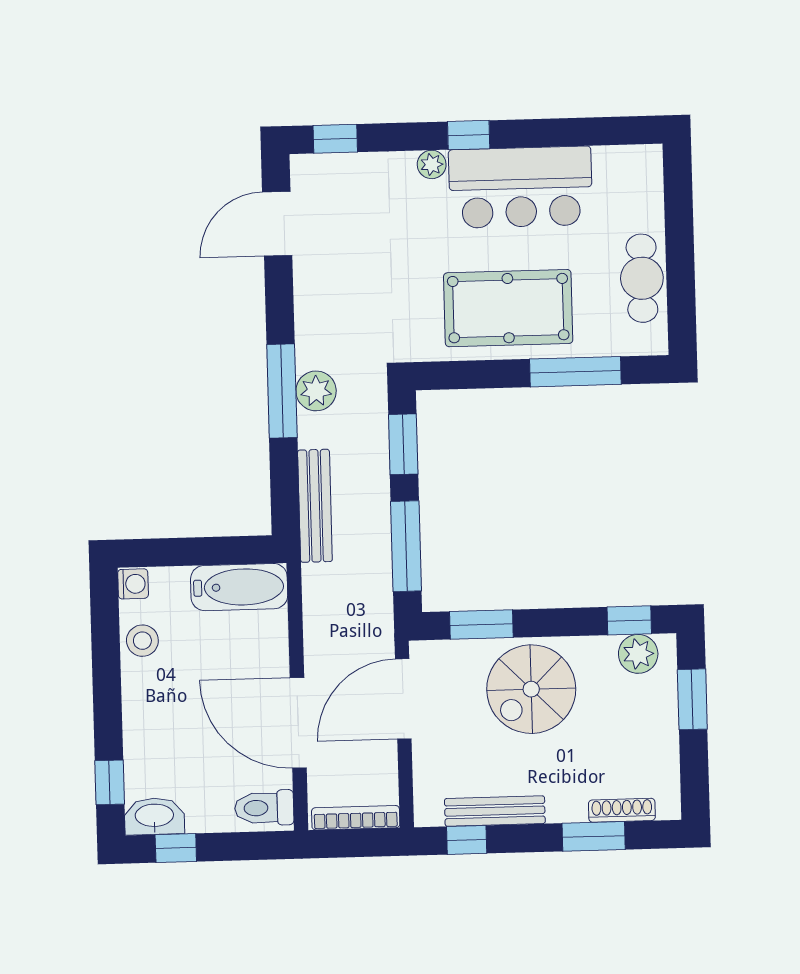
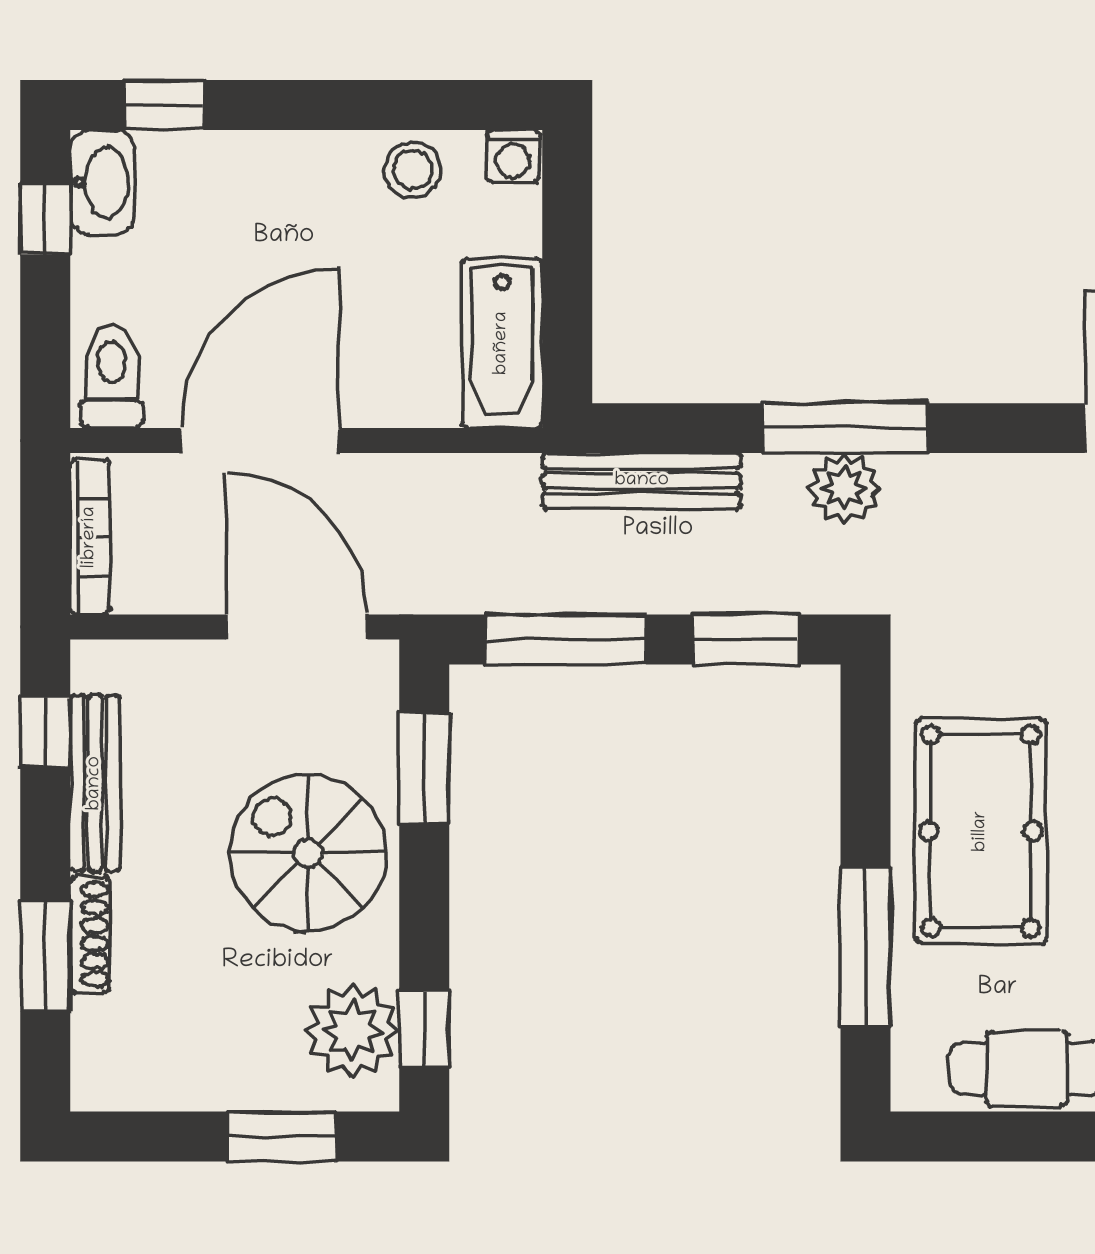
plant: (638, 654) -> (352, 1031), width x1.36, depth x1.36
shoe rack: (622, 810) -> (90, 934), moved

